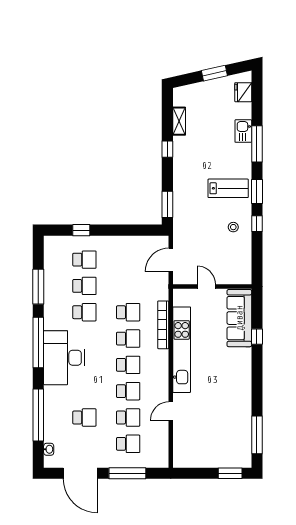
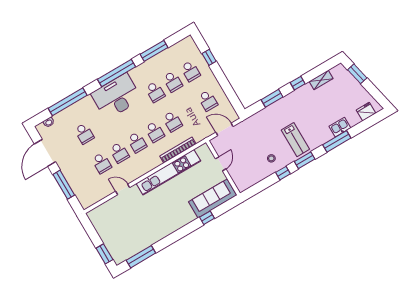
window: (214, 73) -> (357, 74), moved
window: (167, 204) -> (272, 98), moved
school desk: (128, 444) -> (208, 101), moved

